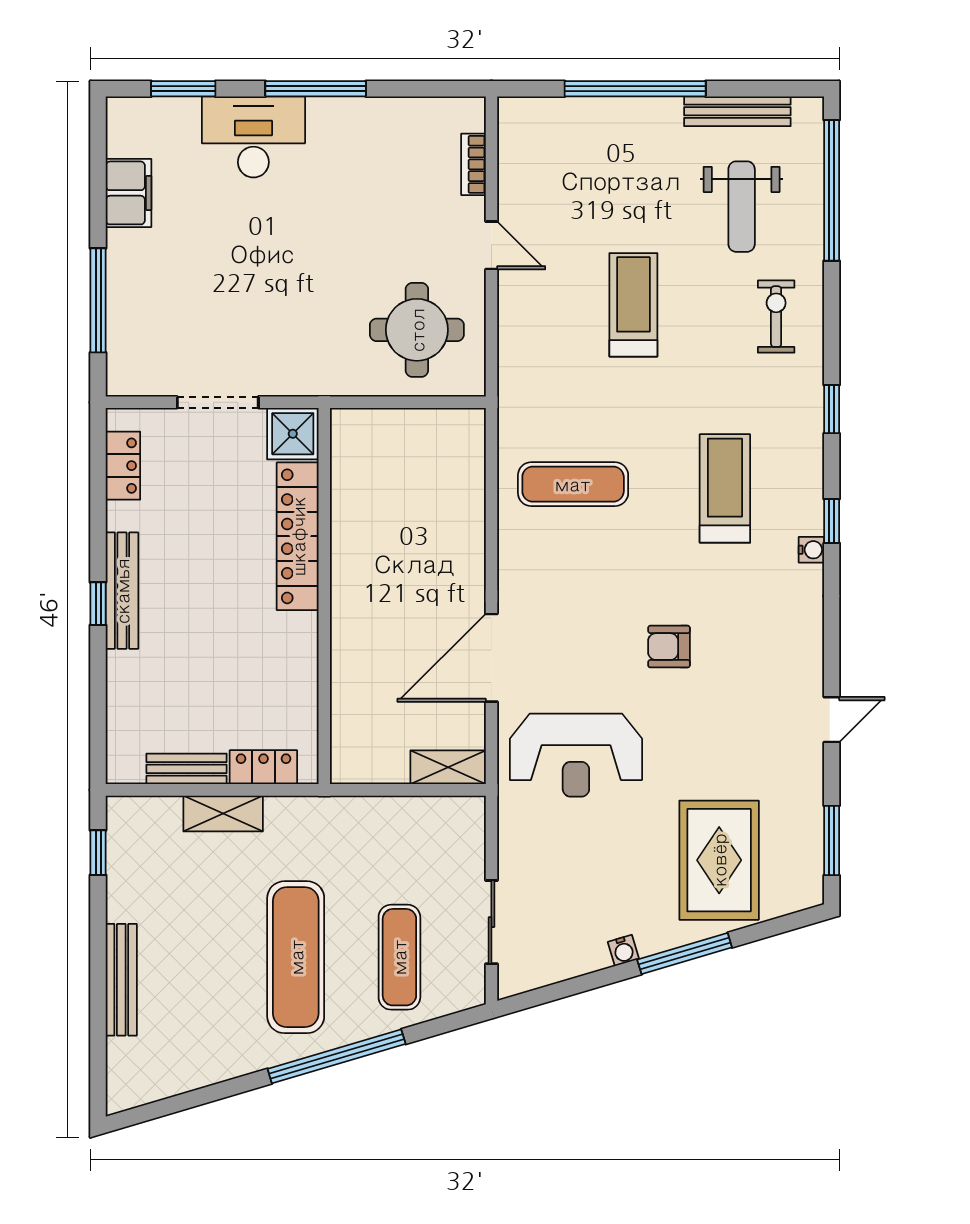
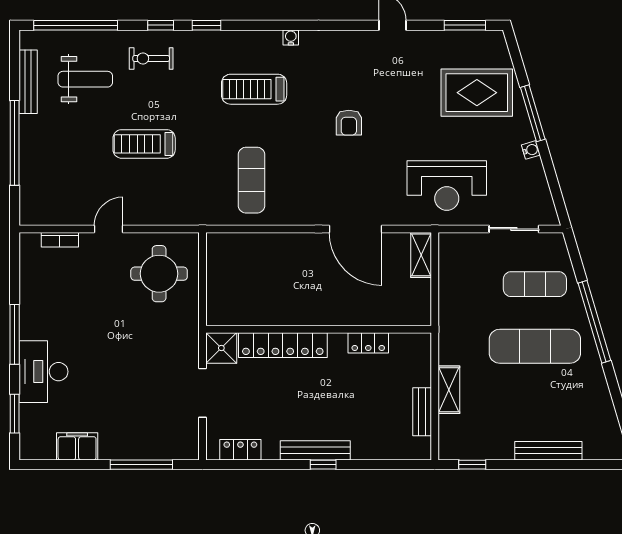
window: (832, 521) -> (161, 25), moved
reception desk: (576, 755) -> (447, 186), moved, turned 90
locker: (263, 767) -> (368, 343), moved, turned -90

